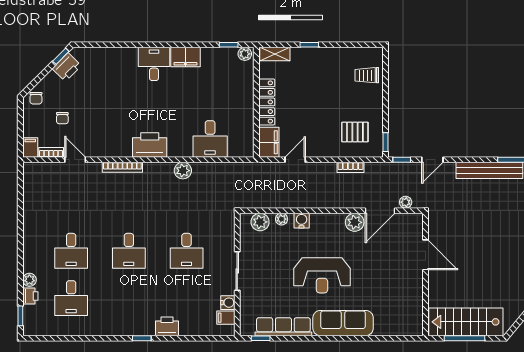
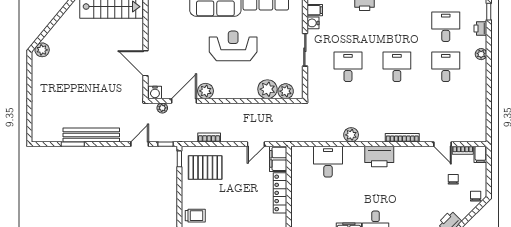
pallet: (355, 132) -> (205, 168), width x1.50, depth x1.42
plant: (282, 219) -> (267, 89), width x1.87, depth x1.87
water cooler: (302, 221) -> (155, 92), moved
plant: (29, 280) -> (481, 54), moved

